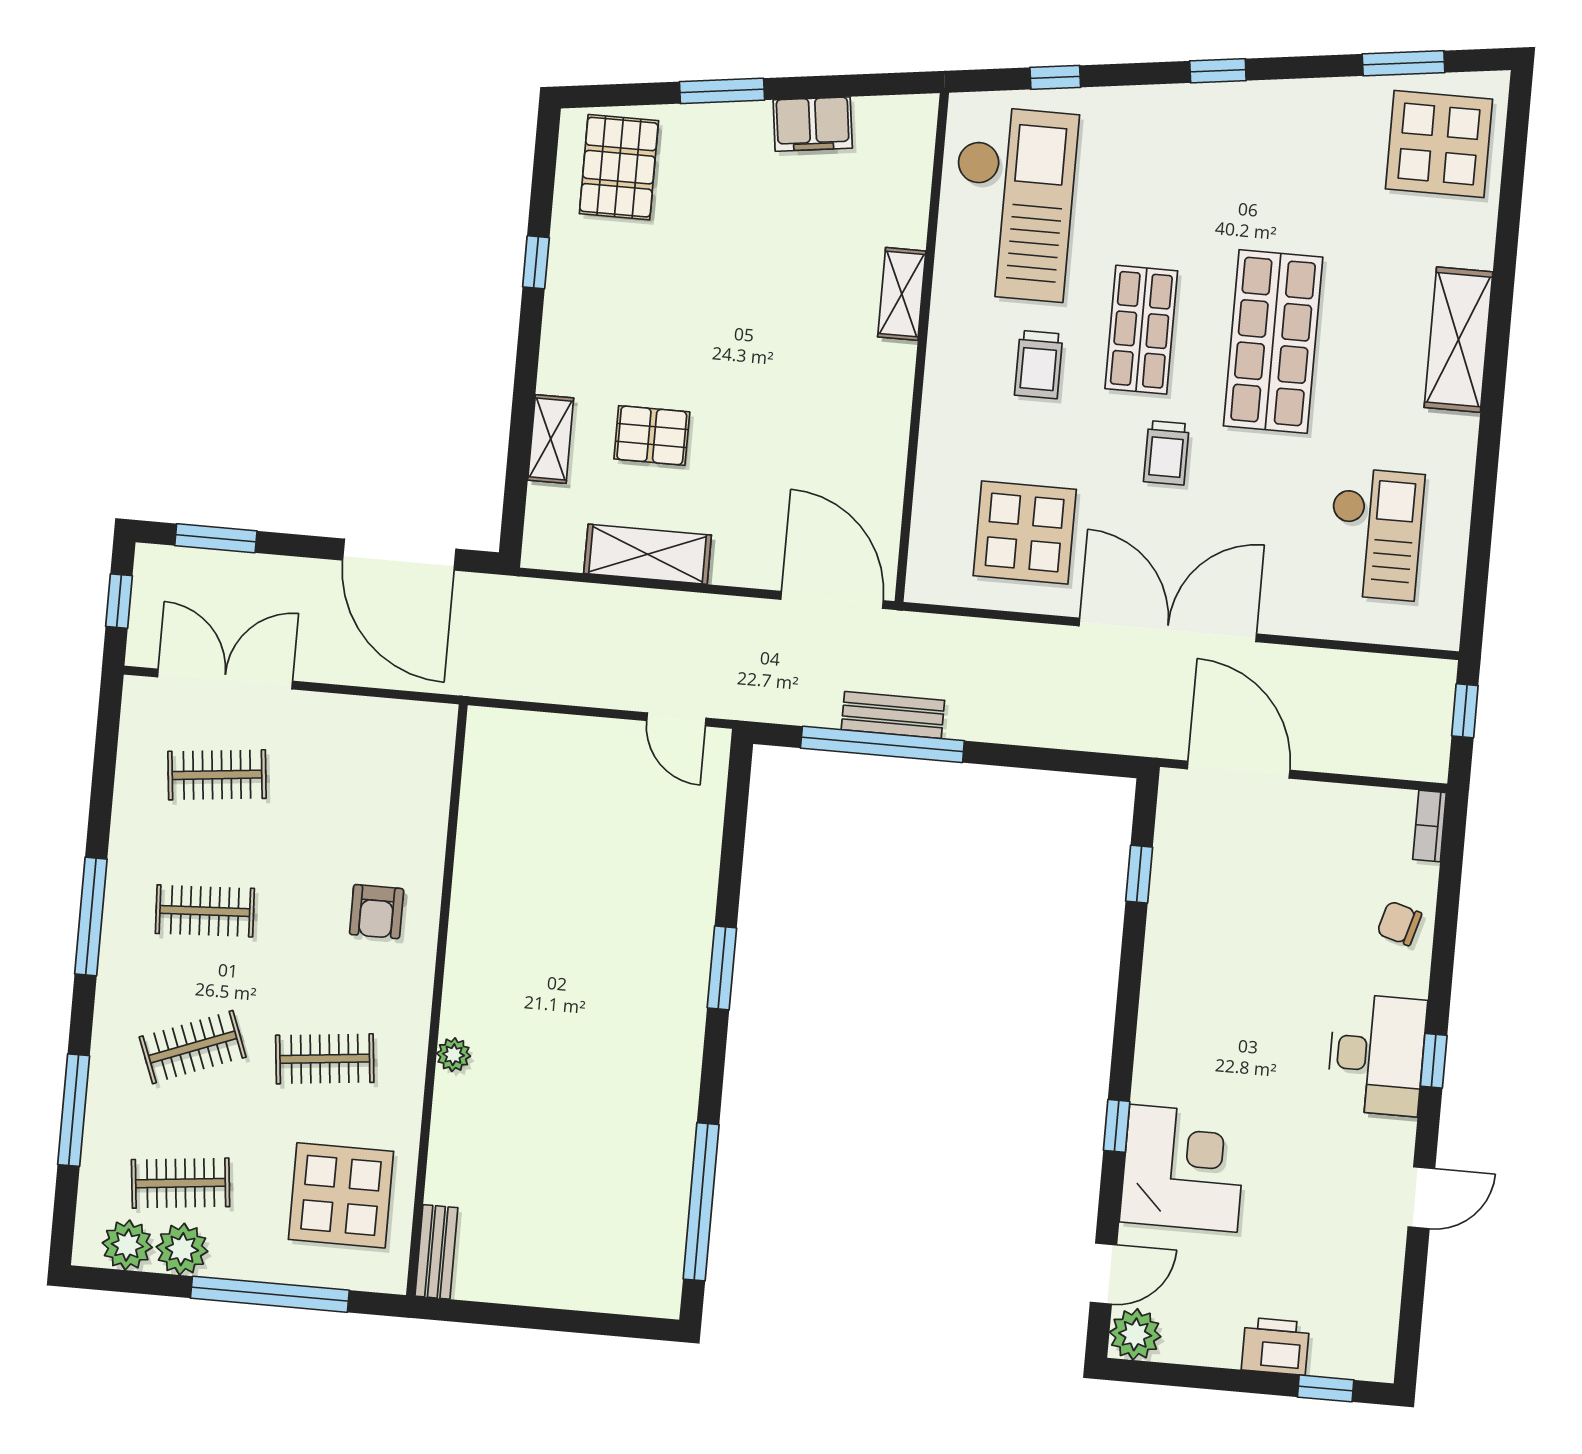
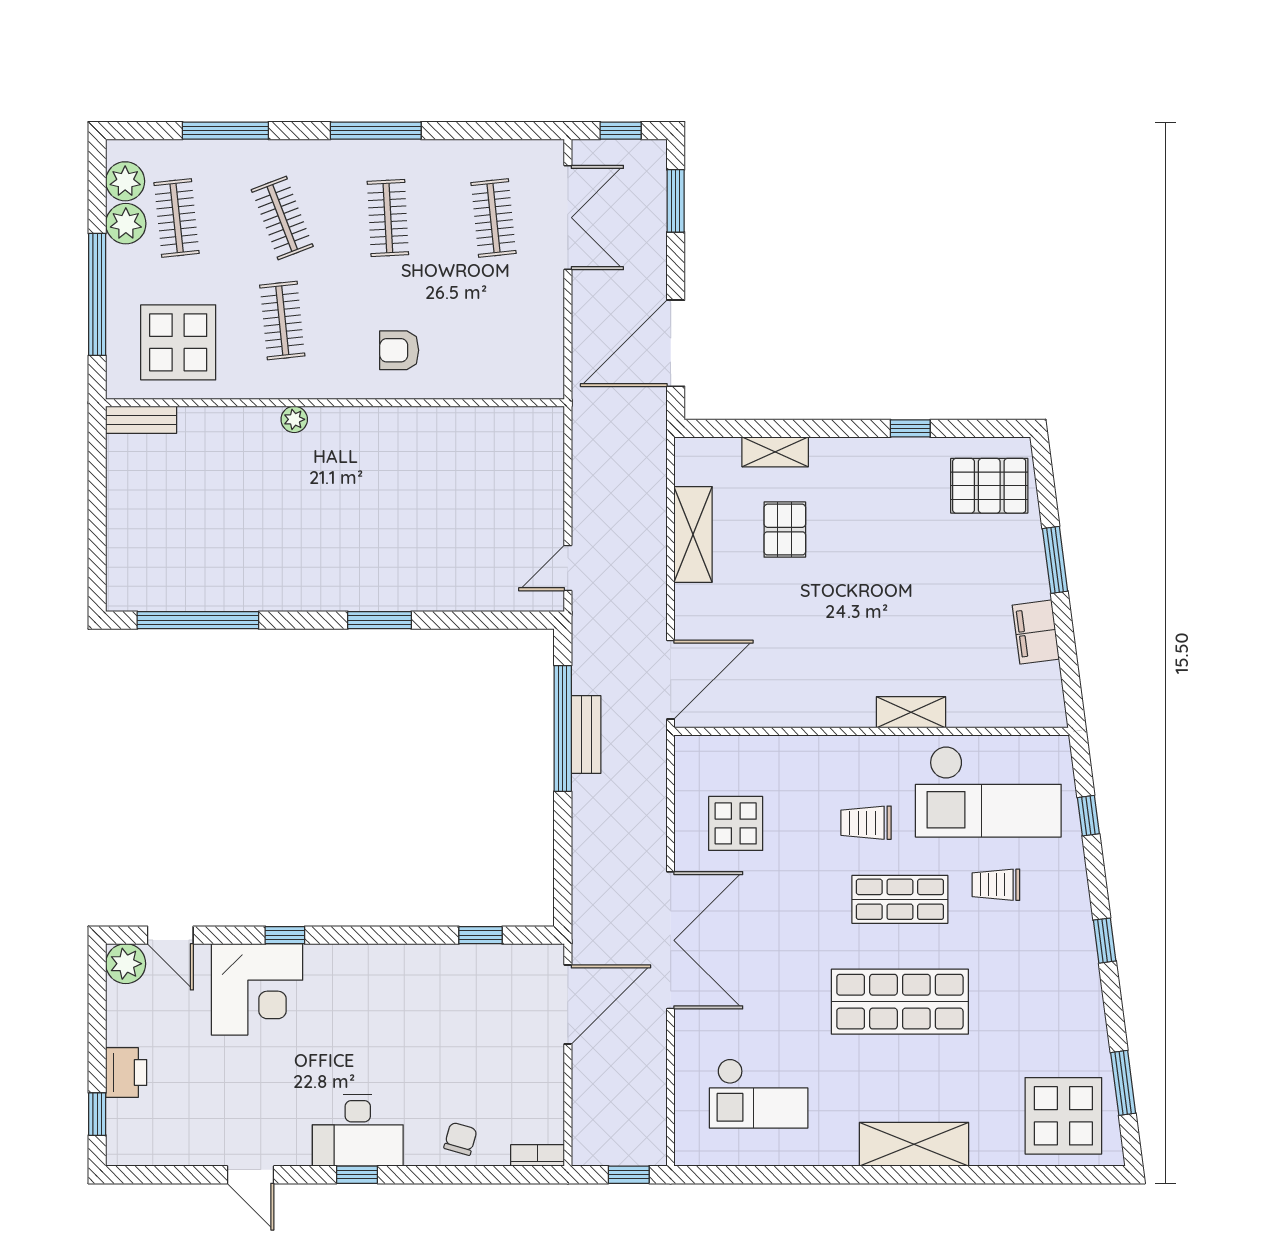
trolley: (1166, 453) -> (996, 885), moved
display table: (1025, 533) -> (736, 823), width x0.73, depth x0.73

